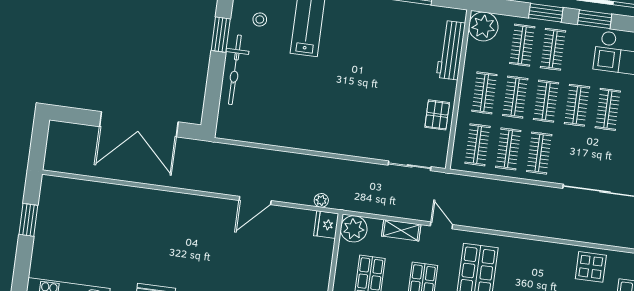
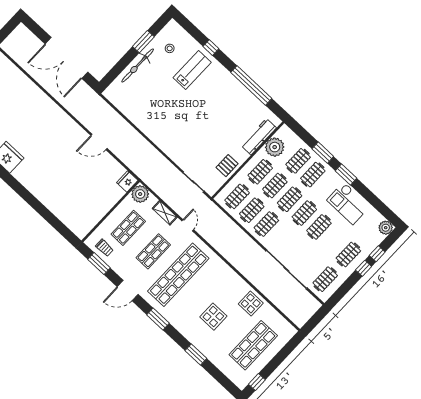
plant: (483, 26) -> (275, 147), moved
plant: (321, 200) -> (134, 167), removed

